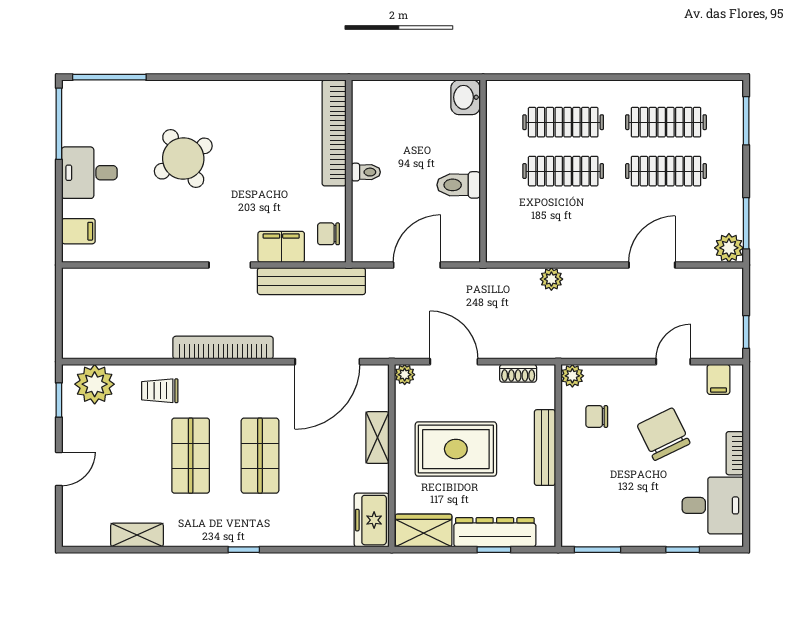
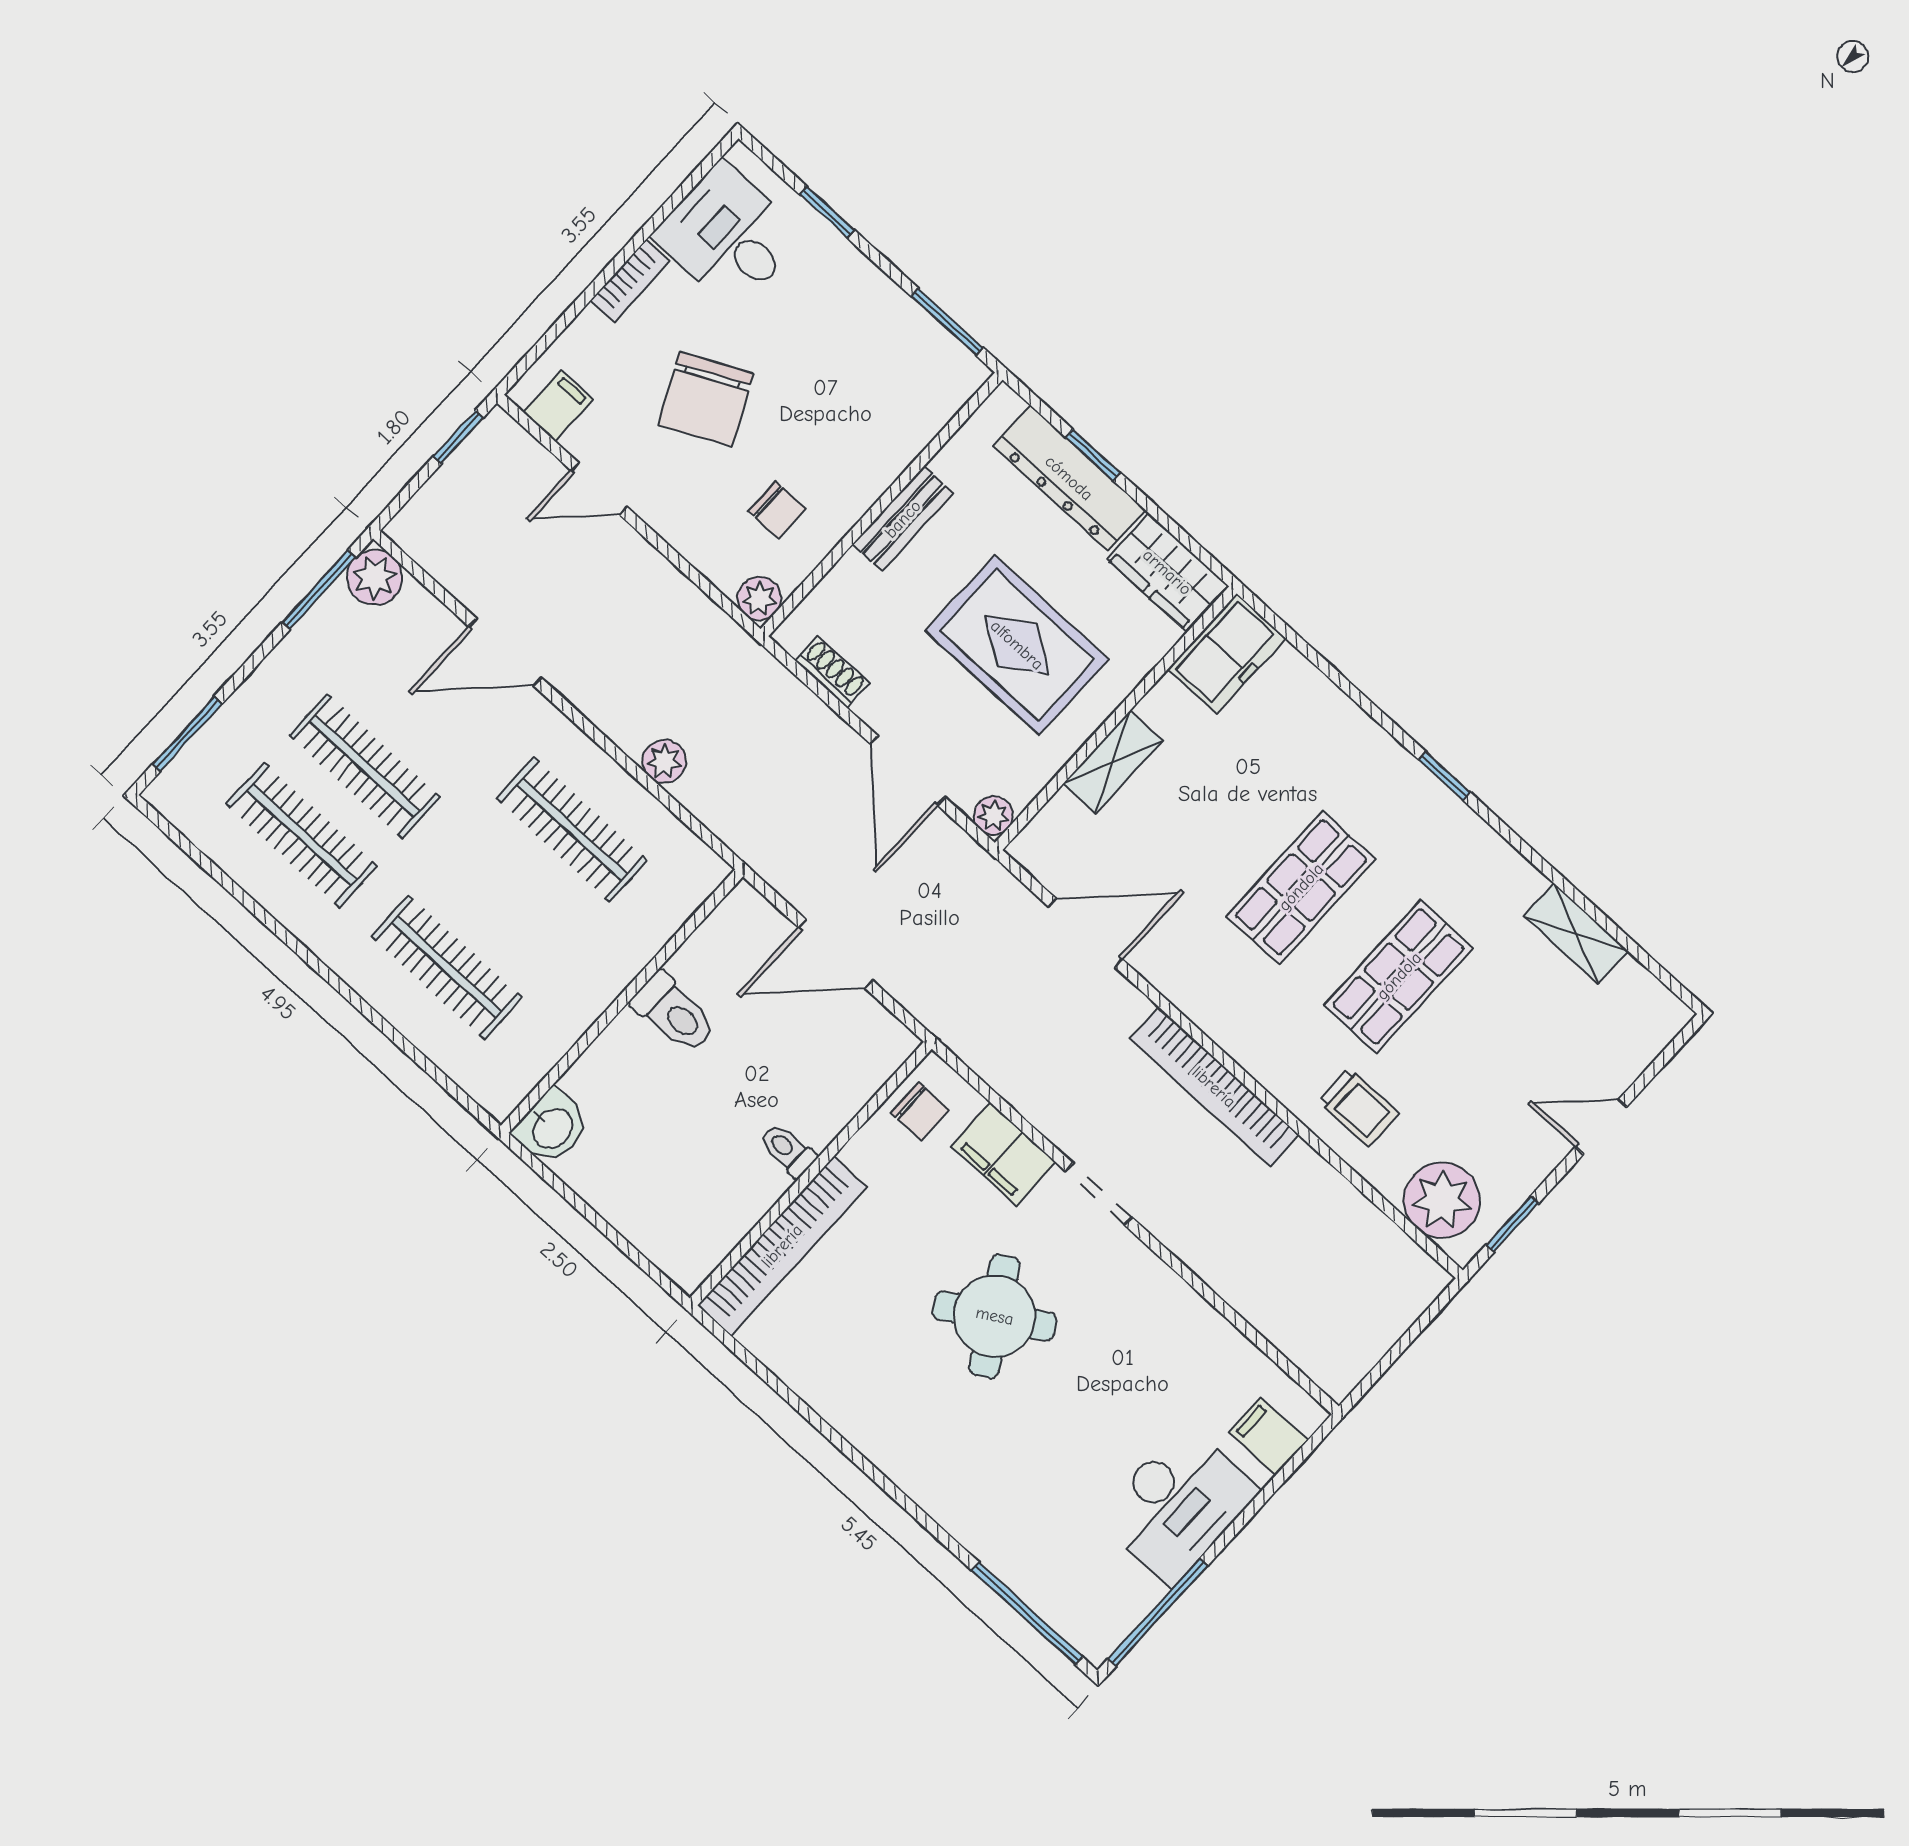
round table: (183, 159) -> (995, 1316), moved
clothes rail: (563, 171) -> (572, 829), moved
desk: (89, 173) -> (1178, 1504), width x1.37
bench: (311, 281) -> (1005, 1067), removed
door: (327, 362) -> (1085, 933), width x0.73
bench: (545, 448) -> (903, 519), width x0.73

